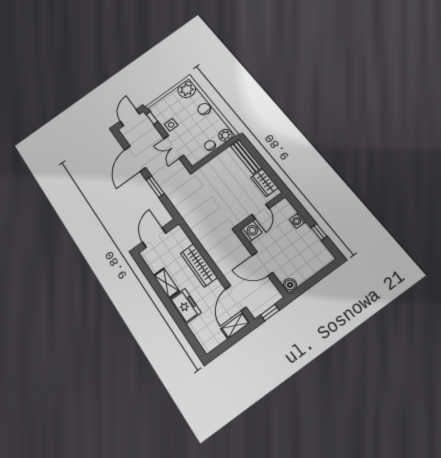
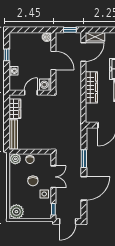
chair: (204, 109) -> (33, 181), moved

